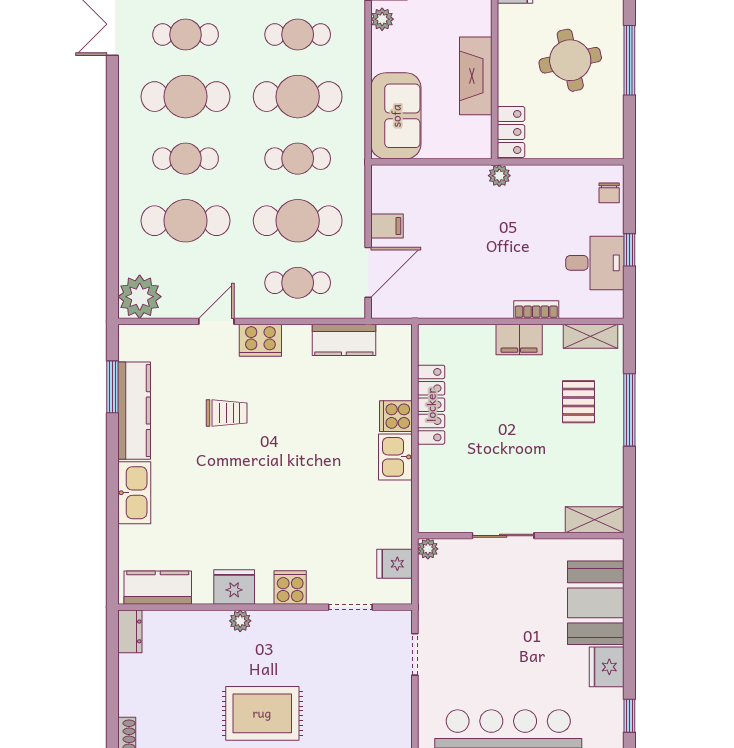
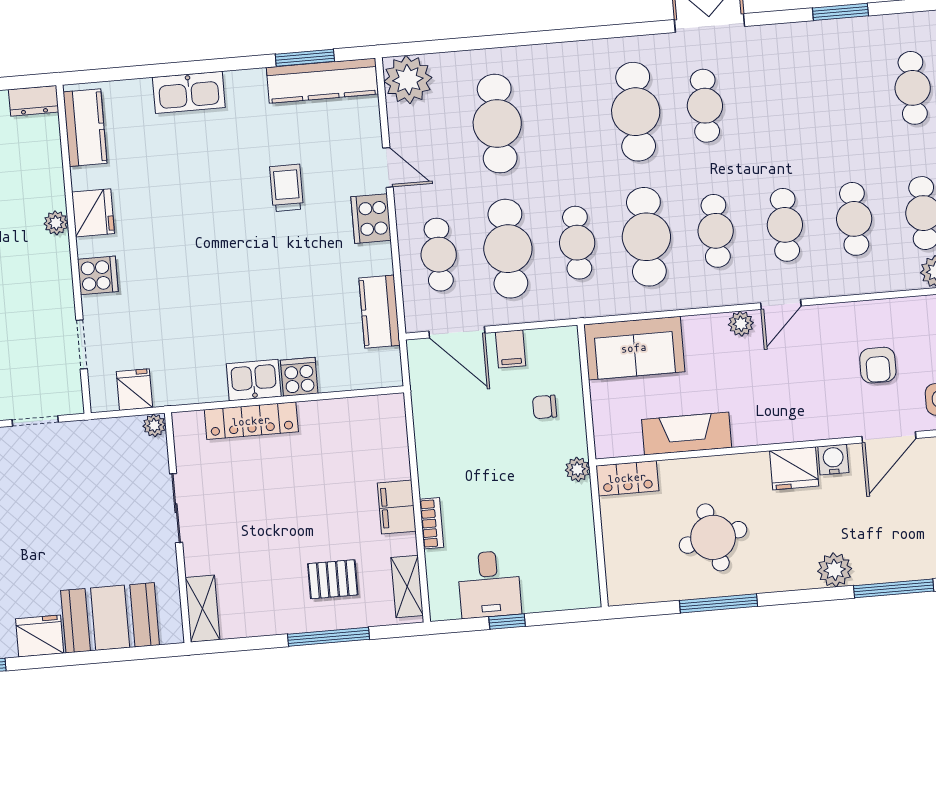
cafe table: (186, 159) -> (566, 118), removed
chair: (609, 193) -> (545, 407), moved
locker: (431, 405) -> (251, 421), moved
kitchen counter: (134, 411) -> (322, 81), moved
trolley: (227, 413) -> (287, 188), turned 180

